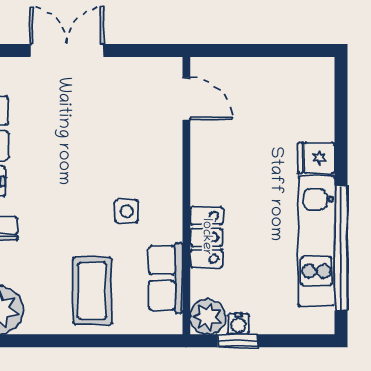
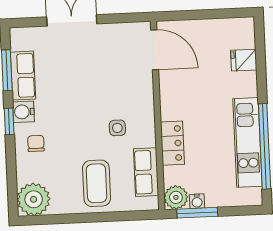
door: (186, 99) -> (155, 50), width x1.37
fridge: (316, 158) -> (244, 60), moved
window: (238, 341) -> (197, 213), width x1.50

